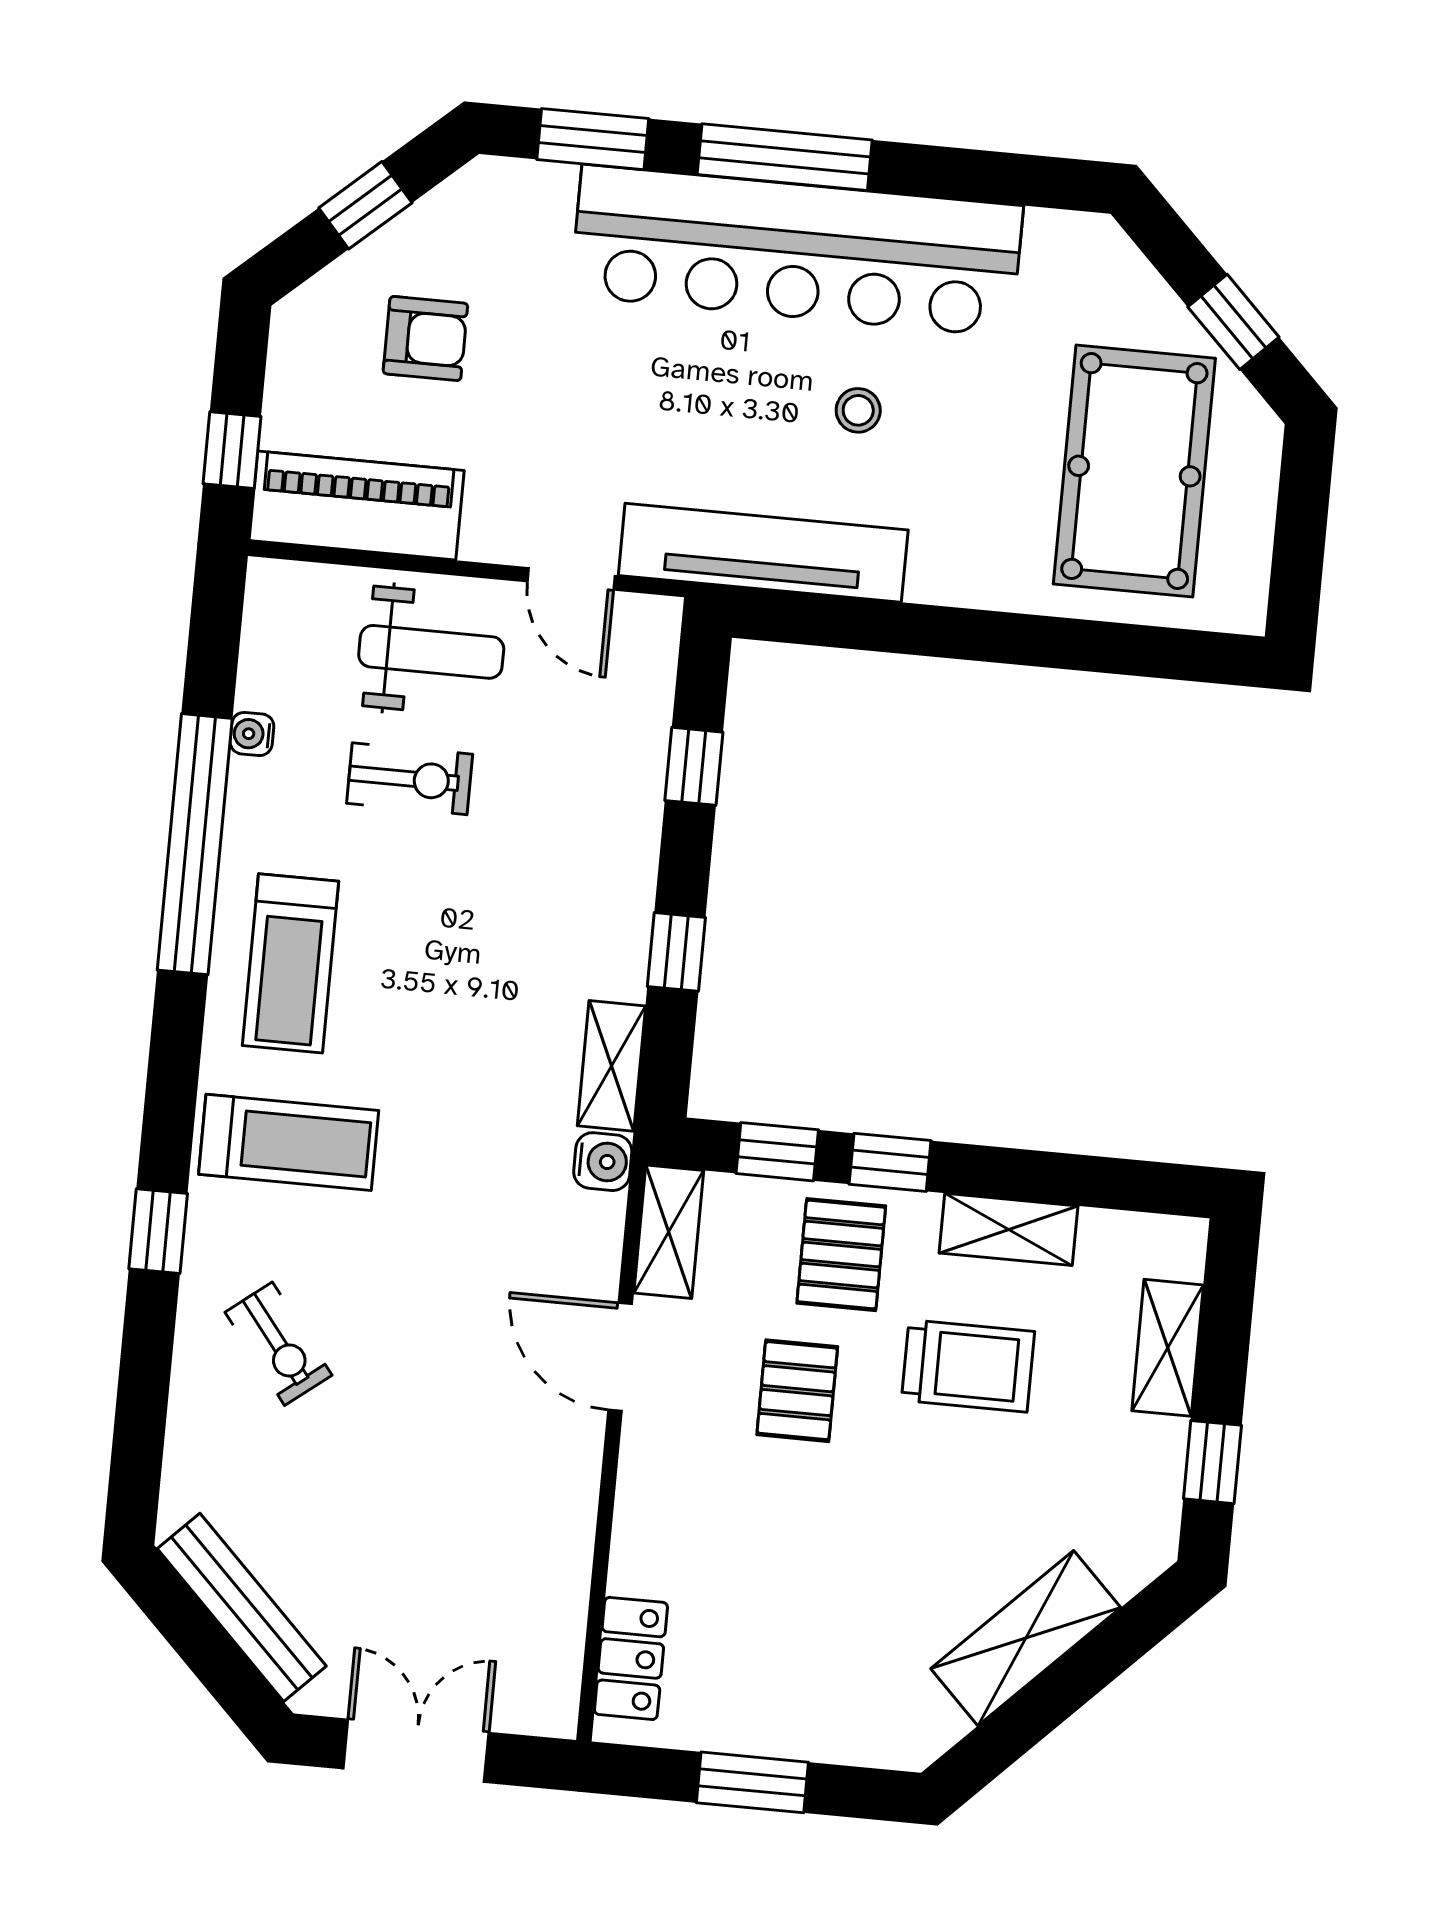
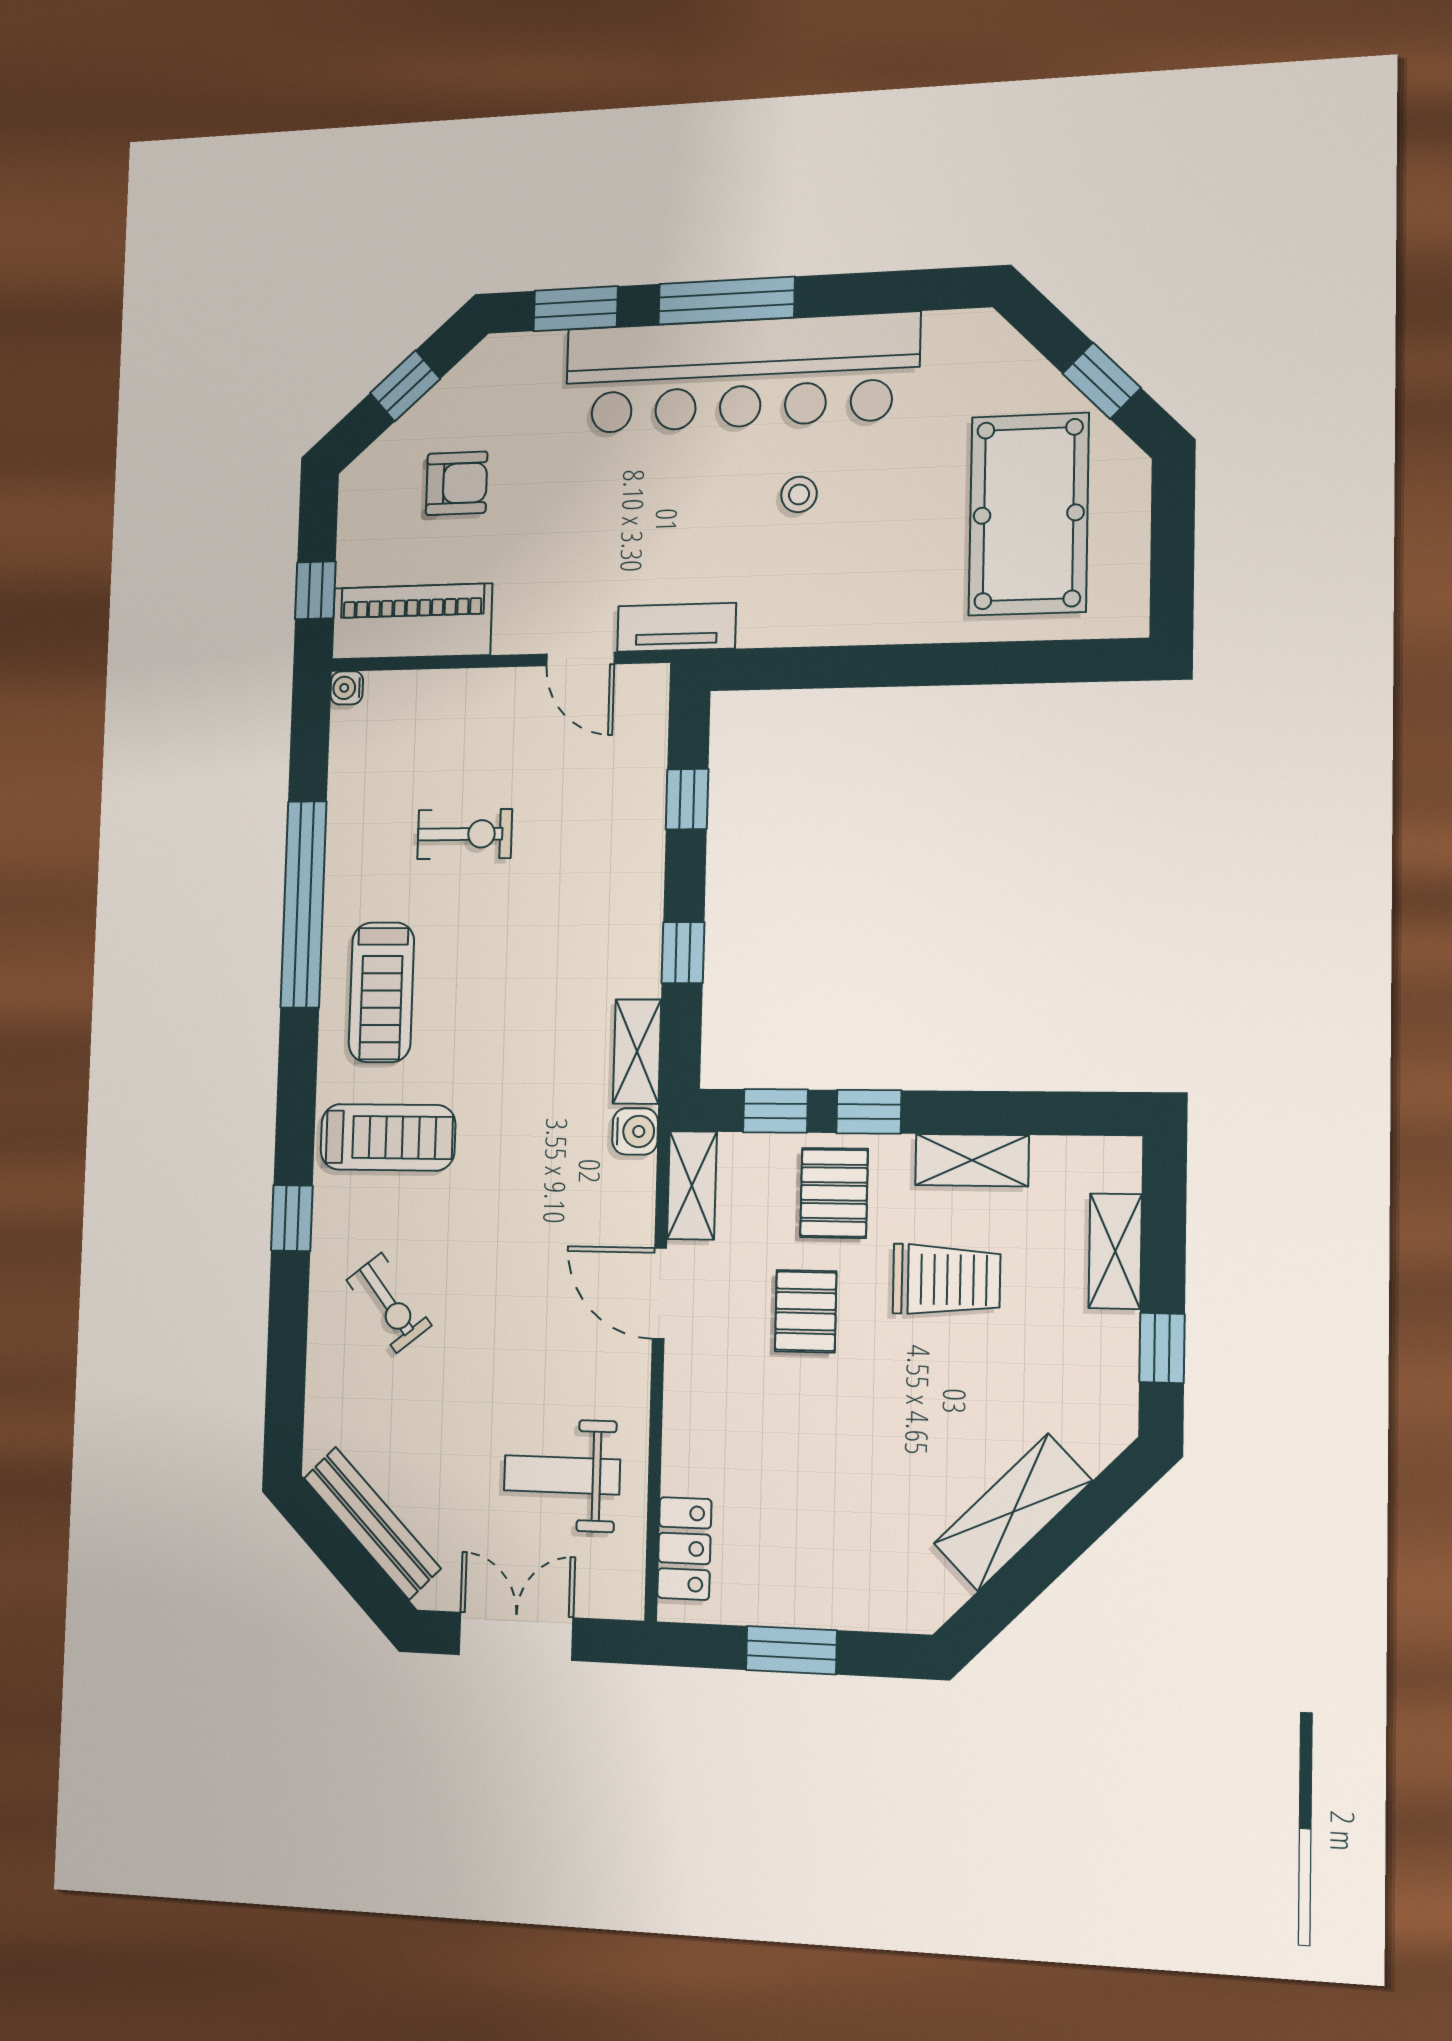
tv unit: (763, 553) -> (676, 627), width x0.52, depth x0.78
weight bench: (431, 652) -> (562, 1475), moved, turned 180
water cooler: (252, 734) -> (347, 688), moved

